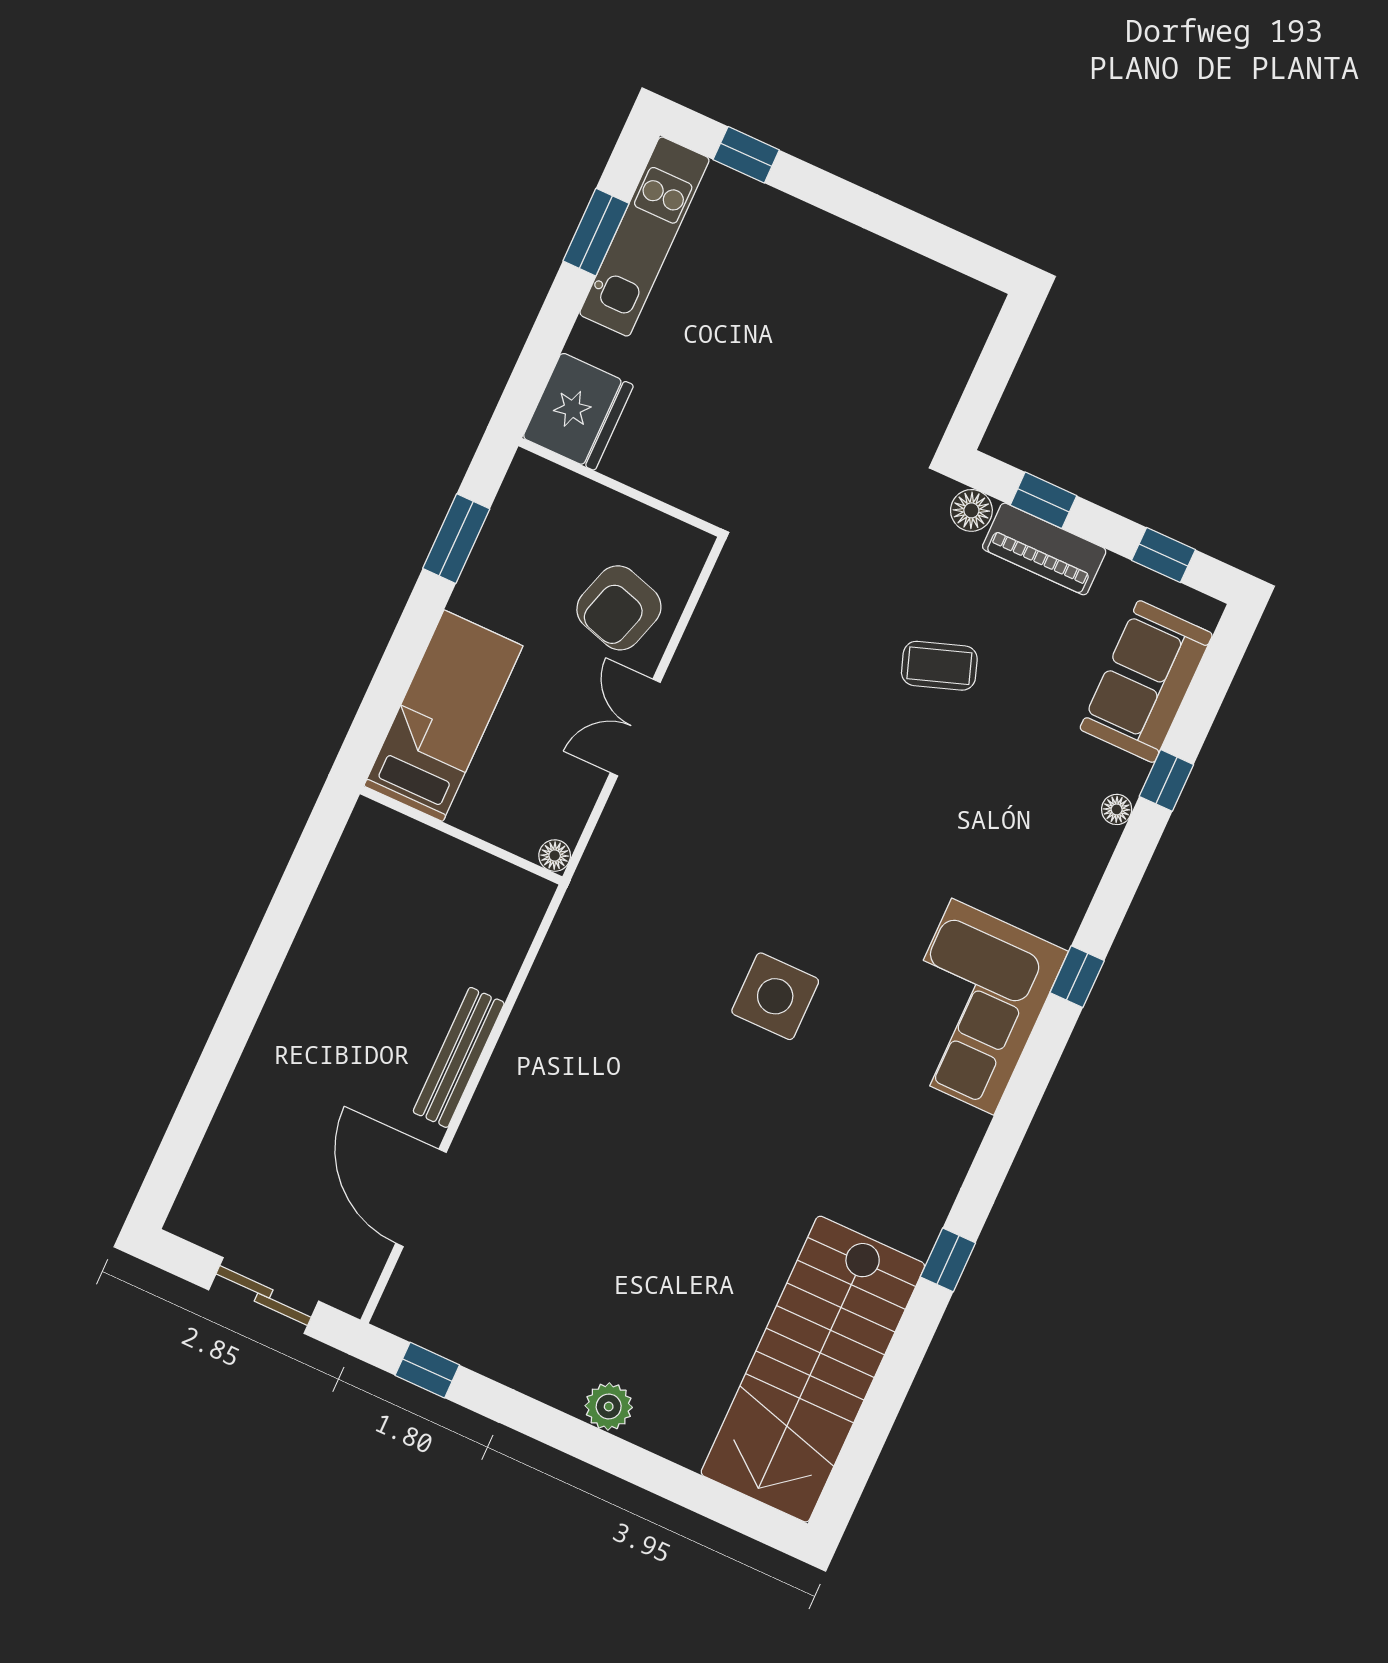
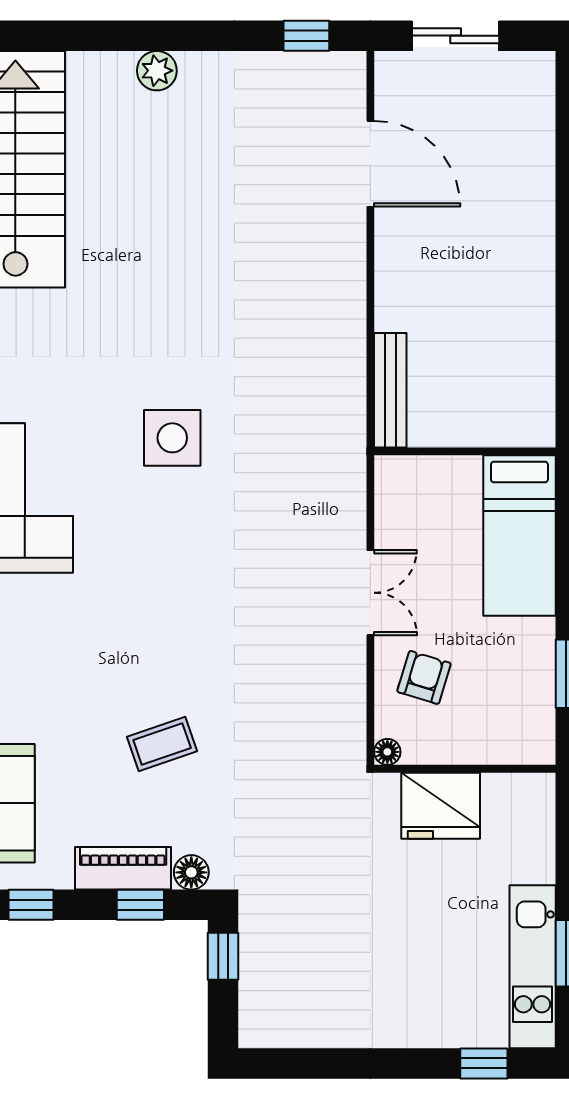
window: (979, 402) -> (223, 956), added
fridge: (578, 411) -> (441, 806), moved, turned -90
armchair: (619, 608) -> (424, 677), width x0.72, depth x0.72
floor lamp: (555, 856) -> (387, 752), moved
bench: (459, 1057) -> (390, 390), moved

